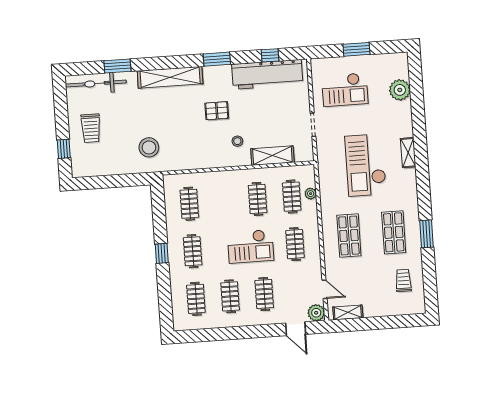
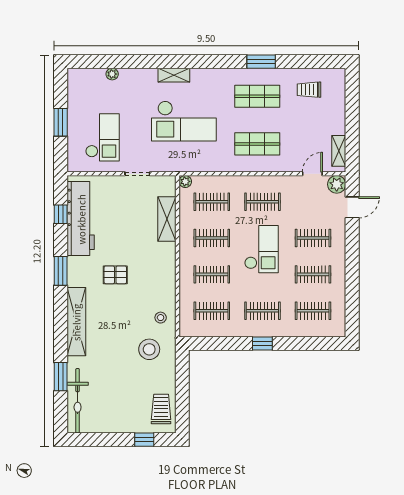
plant: (400, 90) -> (112, 74), width x0.53, depth x0.53
pallet: (217, 111) -> (115, 275), turned 90
trolley: (91, 128) -> (161, 409), moved, turned -90
stool: (237, 141) -> (161, 318), moved
plant: (311, 194) -> (185, 181), moved
clothes rail: (223, 201) -> (212, 274), added

